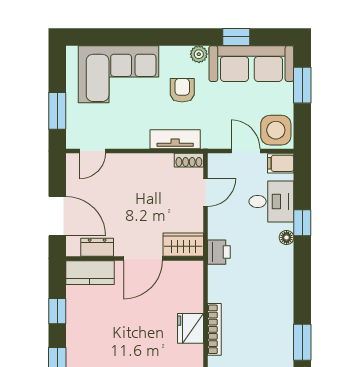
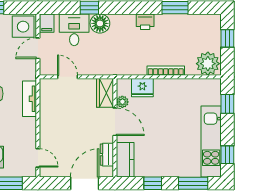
shoe rack: (189, 160) -> (45, 89), removed
floor lamp: (287, 237) -> (100, 23), width x1.89, depth x1.89
printer: (219, 252) -> (145, 22), moved, turned 180
plant: (171, 269) -> (122, 102), added
fridge: (191, 328) -> (142, 88), moved

